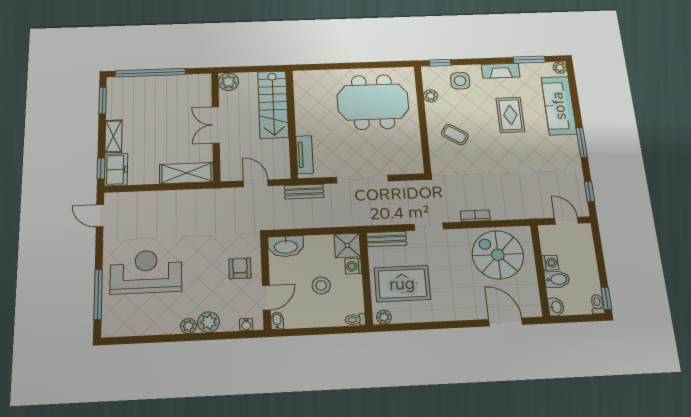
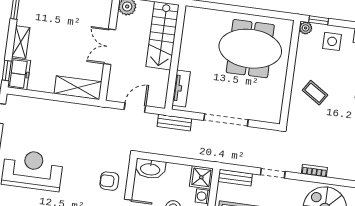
plant: (431, 96) -> (306, 28), moved
door: (256, 183) -> (135, 108), hinge flipped
armchair: (240, 268) -> (109, 181), turned -90

